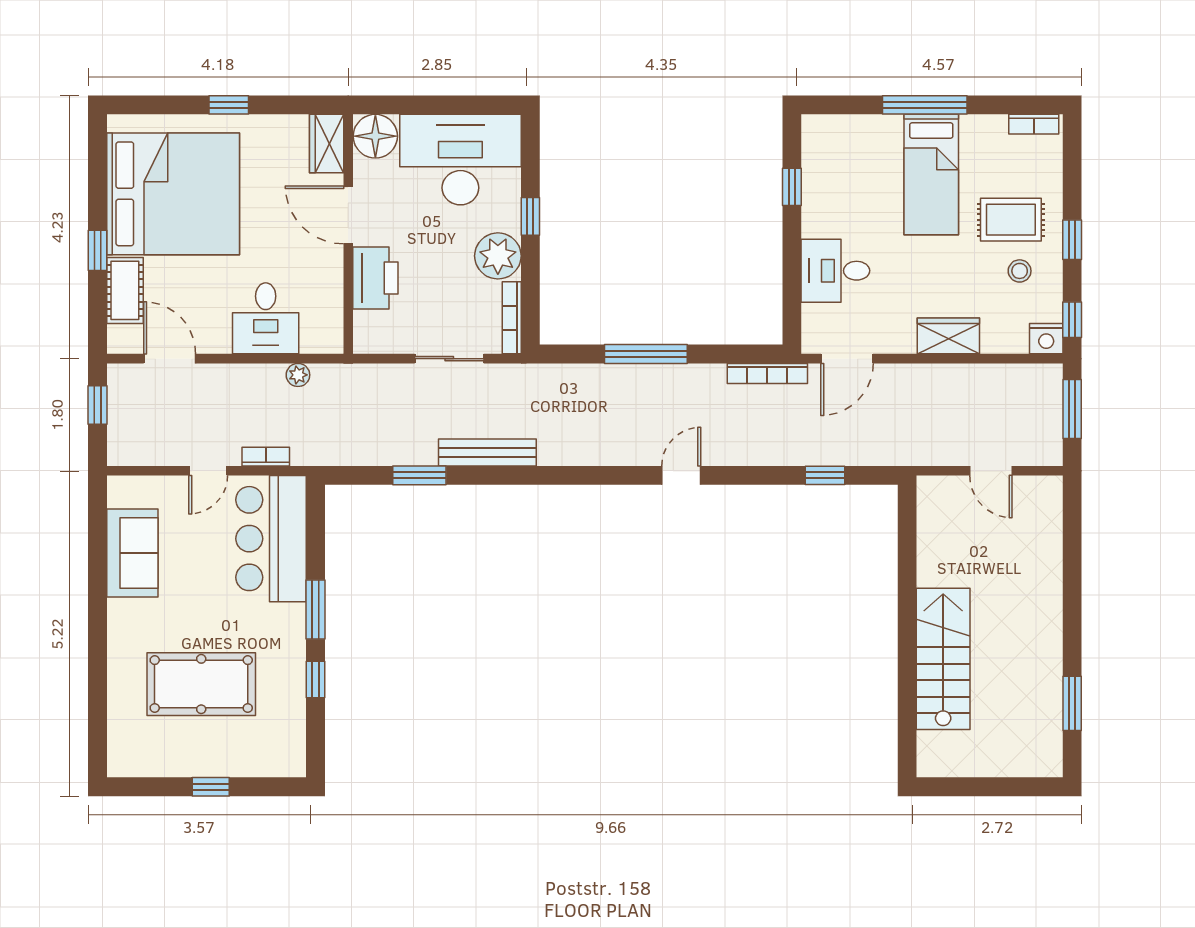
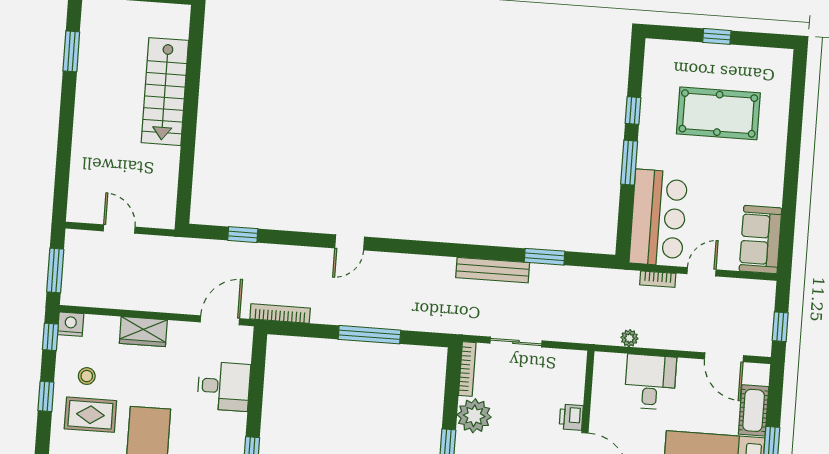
printer: (375, 278) -> (571, 417), width x0.53, depth x0.68
sofa: (132, 553) -> (760, 240), moved

